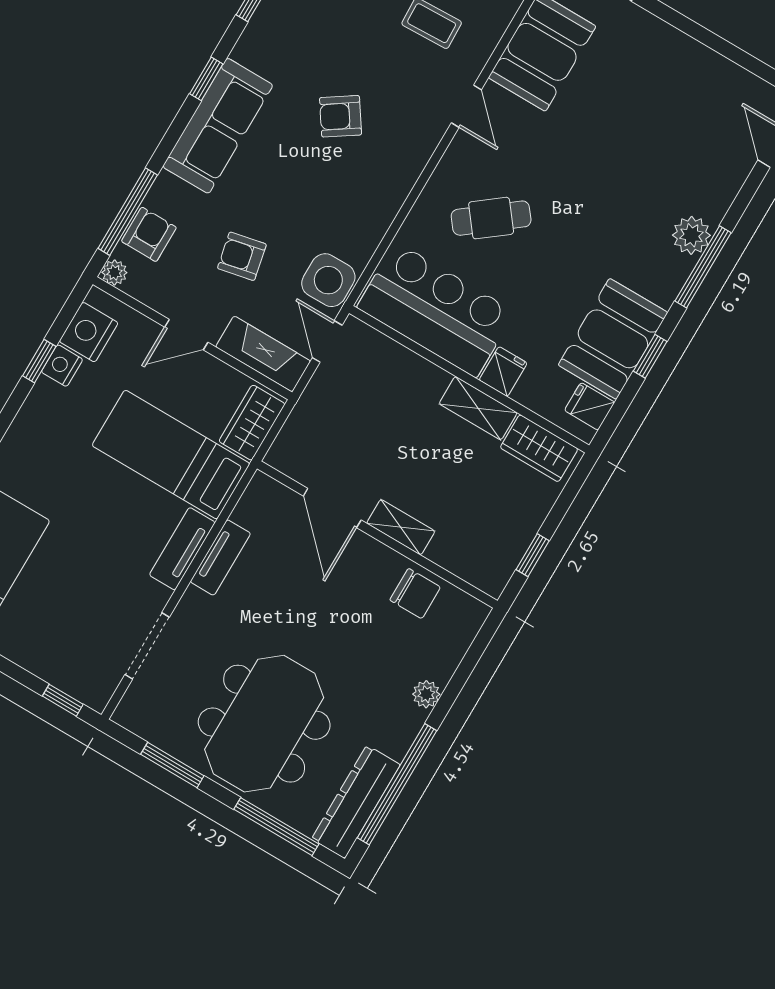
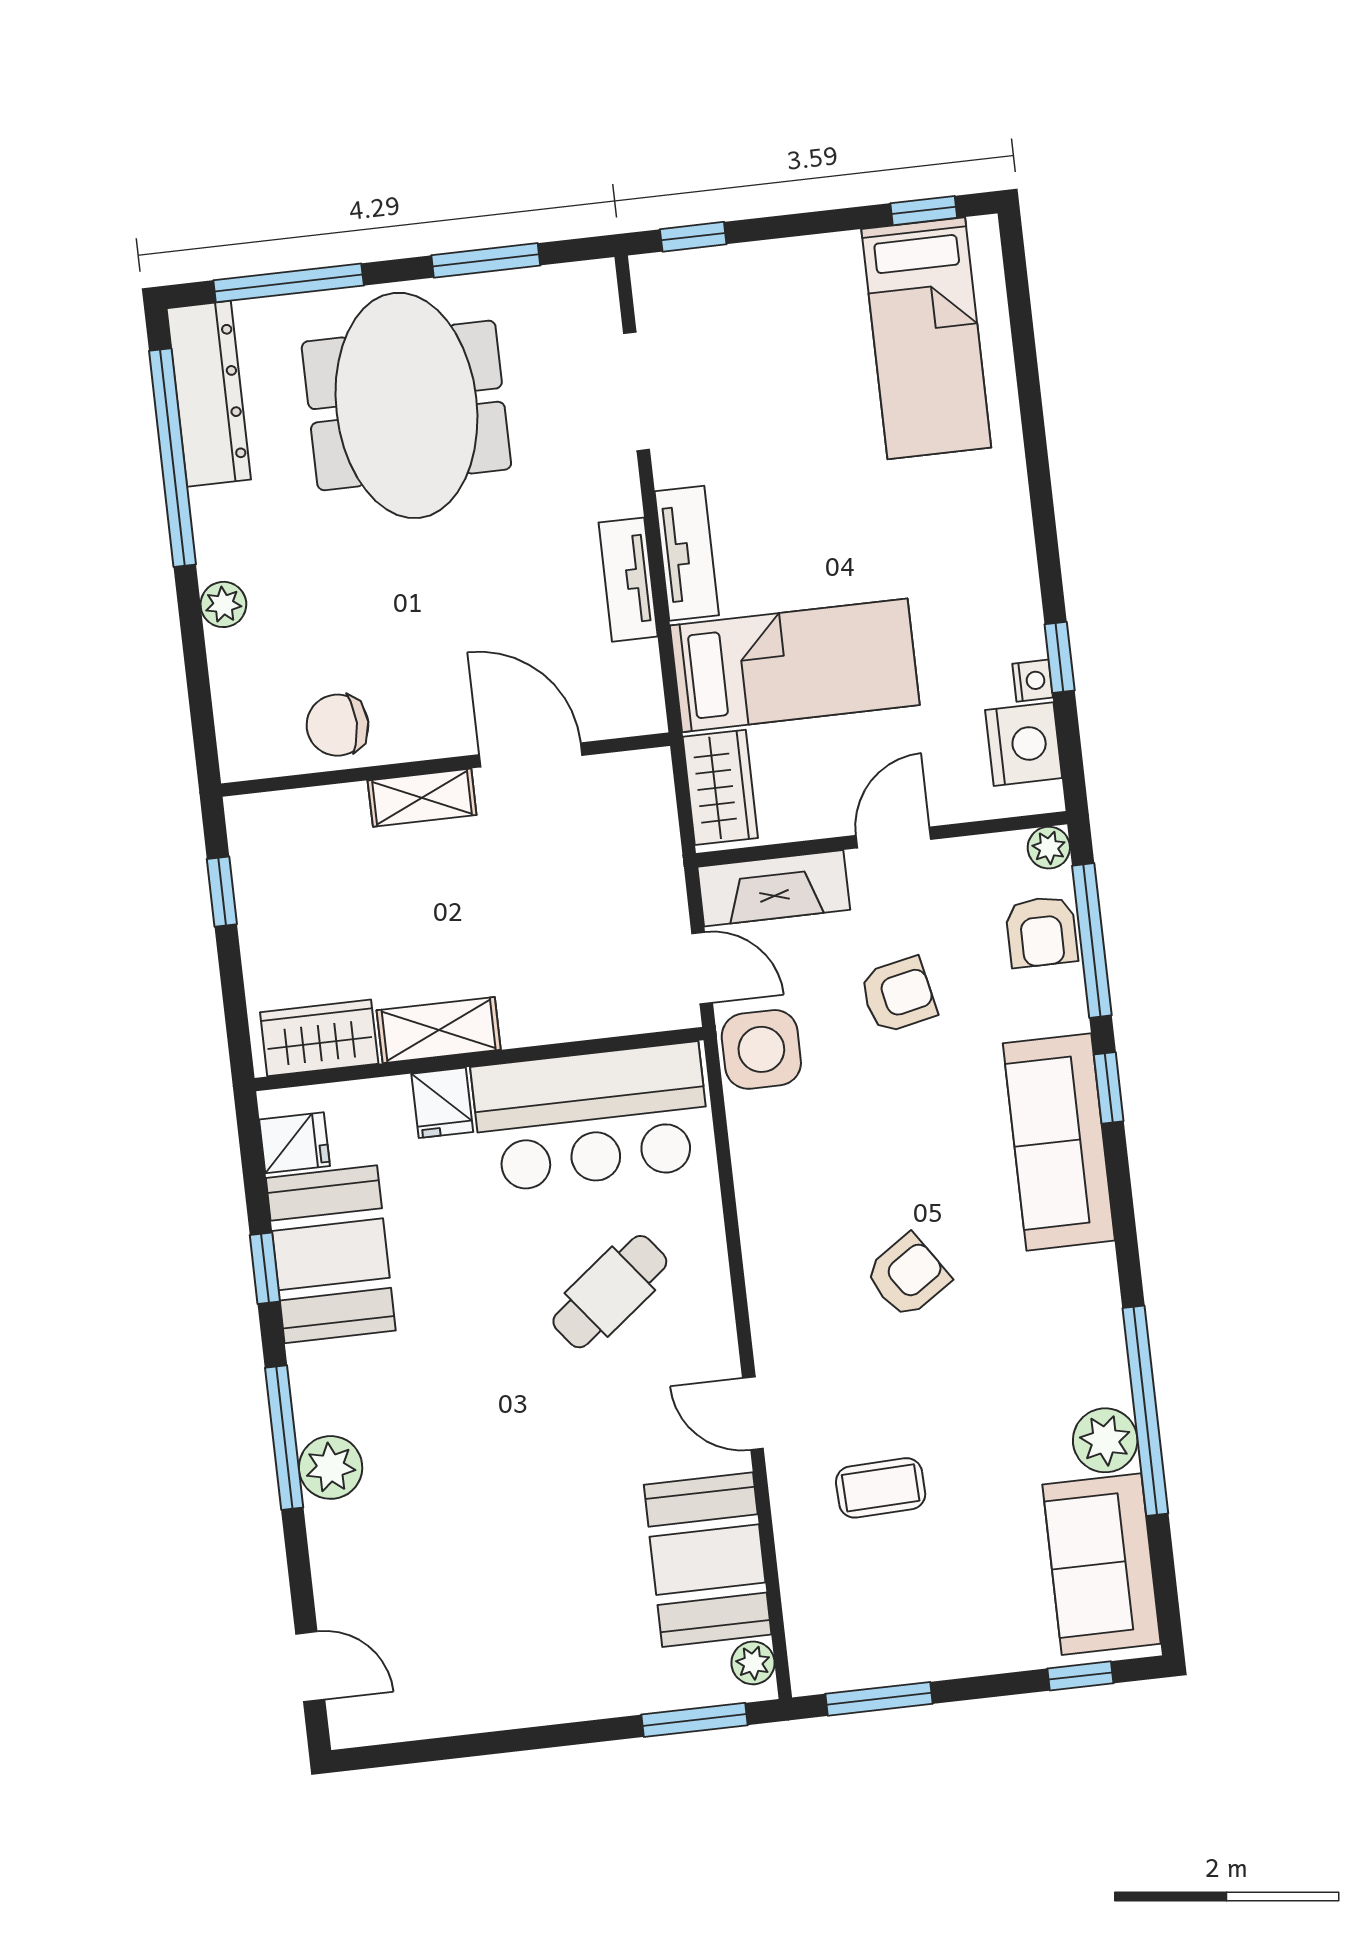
window: (206, 79) -> (1109, 1088), moved
nightstand: (62, 366) -> (1033, 681), width x0.72, depth x0.74

